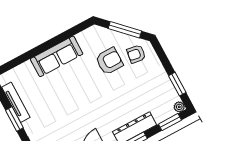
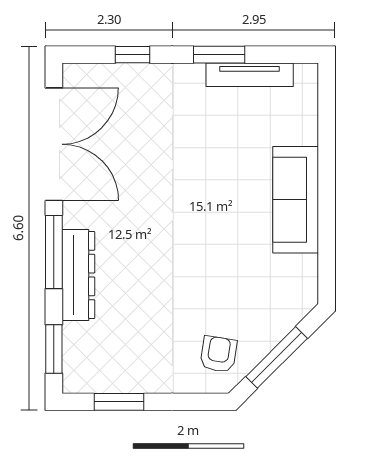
armchair: (109, 61) -> (233, 296), removed
plant: (179, 107) -> (73, 382), removed

